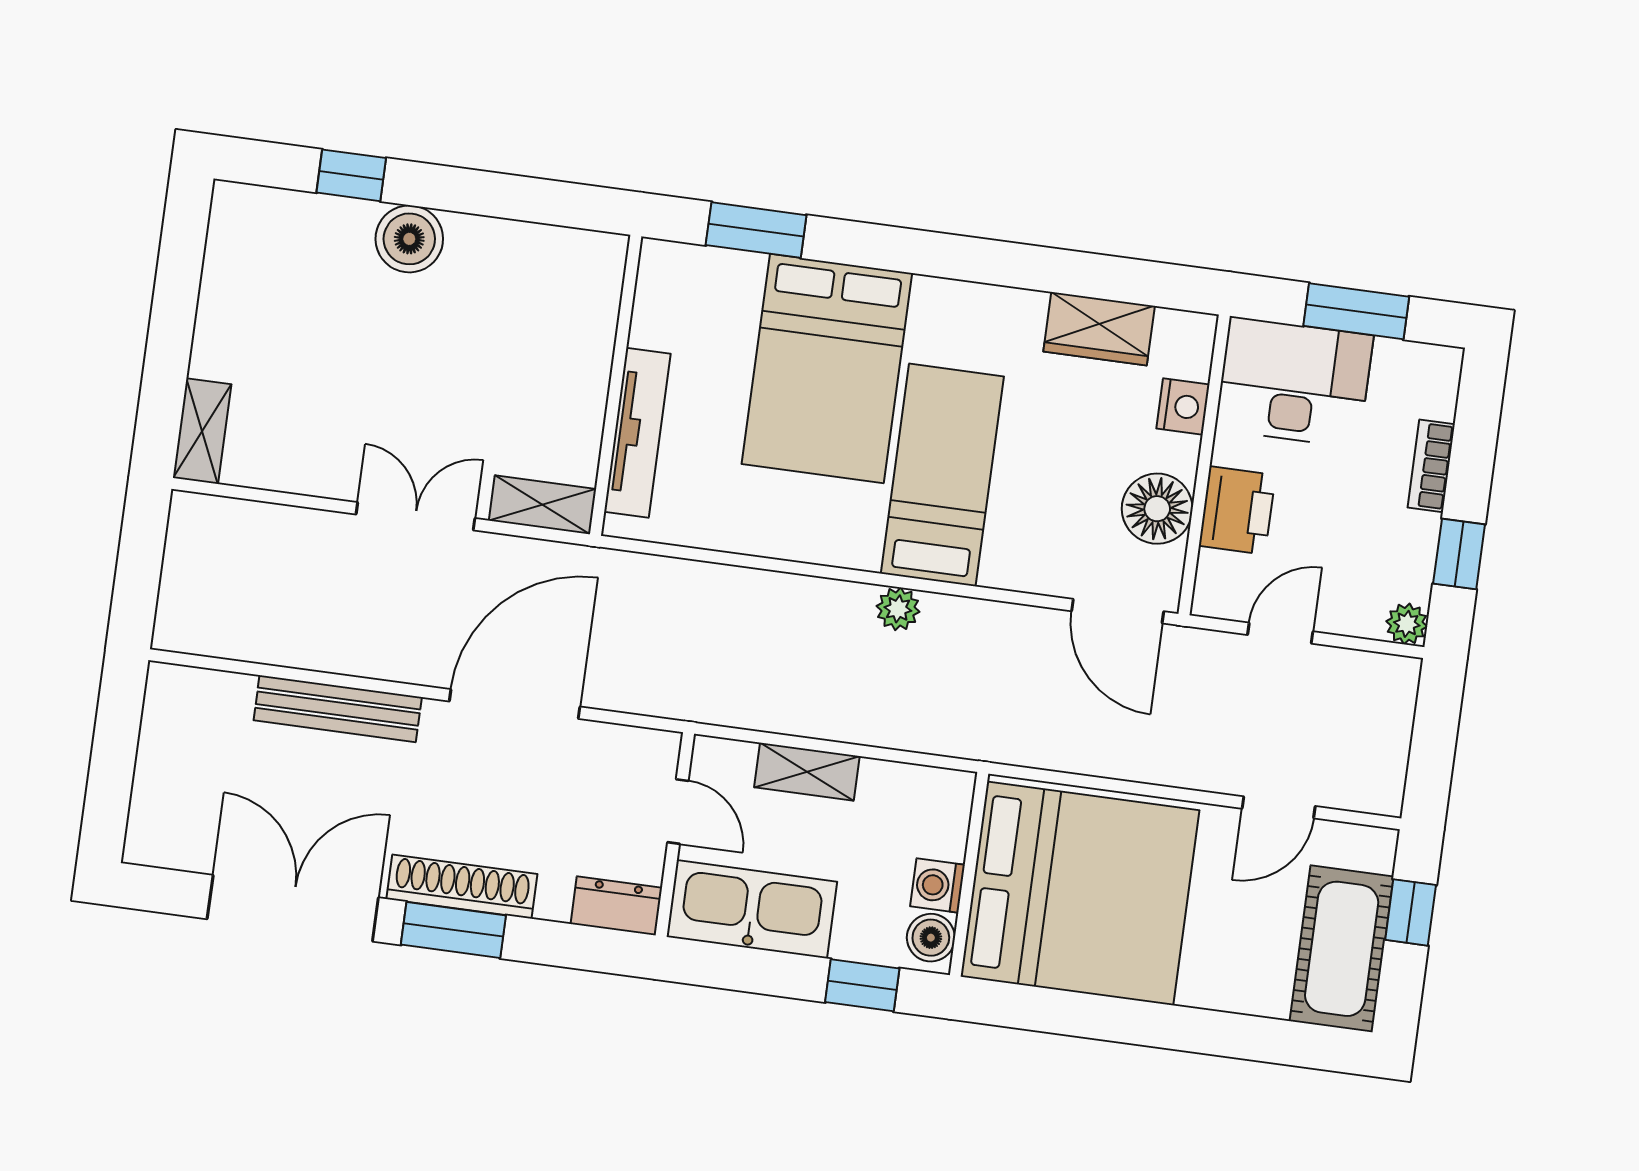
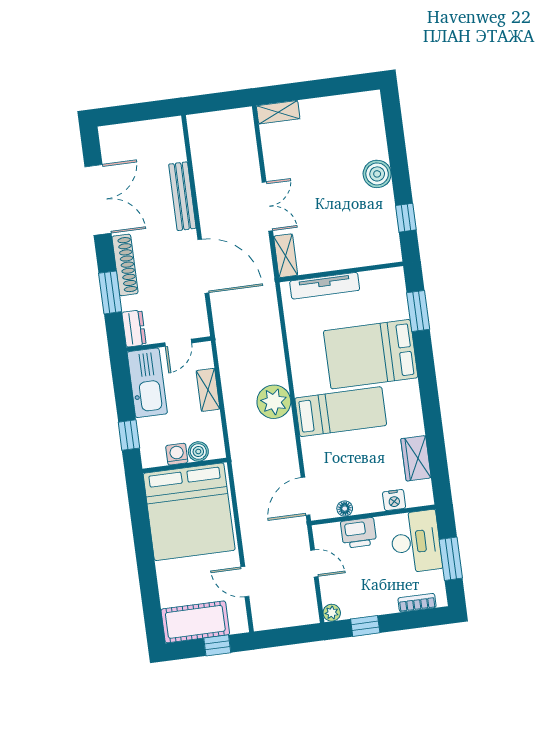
window: (351, 175) -> (406, 218), moved
bookcase: (1431, 466) -> (417, 603), moved
floor lamp: (1157, 509) -> (345, 509), width x0.53, depth x0.53
plant: (898, 609) -> (274, 402), width x1.88, depth x1.88
window: (453, 930) -> (110, 292), moved
boiler: (931, 938) -> (198, 451), moved

